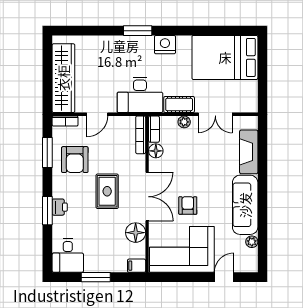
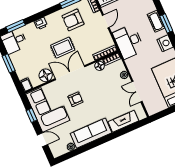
cot: (179, 104) -> (156, 21), moved
door: (97, 114) -> (106, 21), swing flipped
double door: (147, 197) -> (70, 73), swing flipped
window: (47, 211) -> (16, 26), moved
window: (183, 277) -> (32, 115), added

